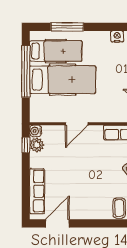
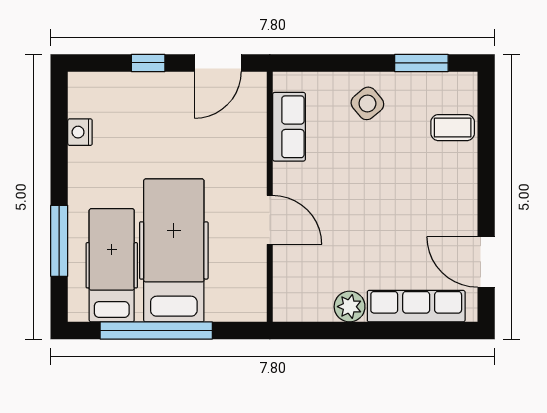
water cooler: (36, 131) -> (285, 309), removed
window: (26, 145) -> (316, 330), removed
plant: (37, 145) -> (350, 307), moved

